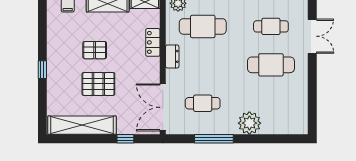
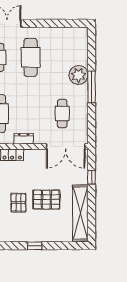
pallet: (98, 84) -> (46, 200), turned 90
window: (214, 139) -> (92, 87), moved

